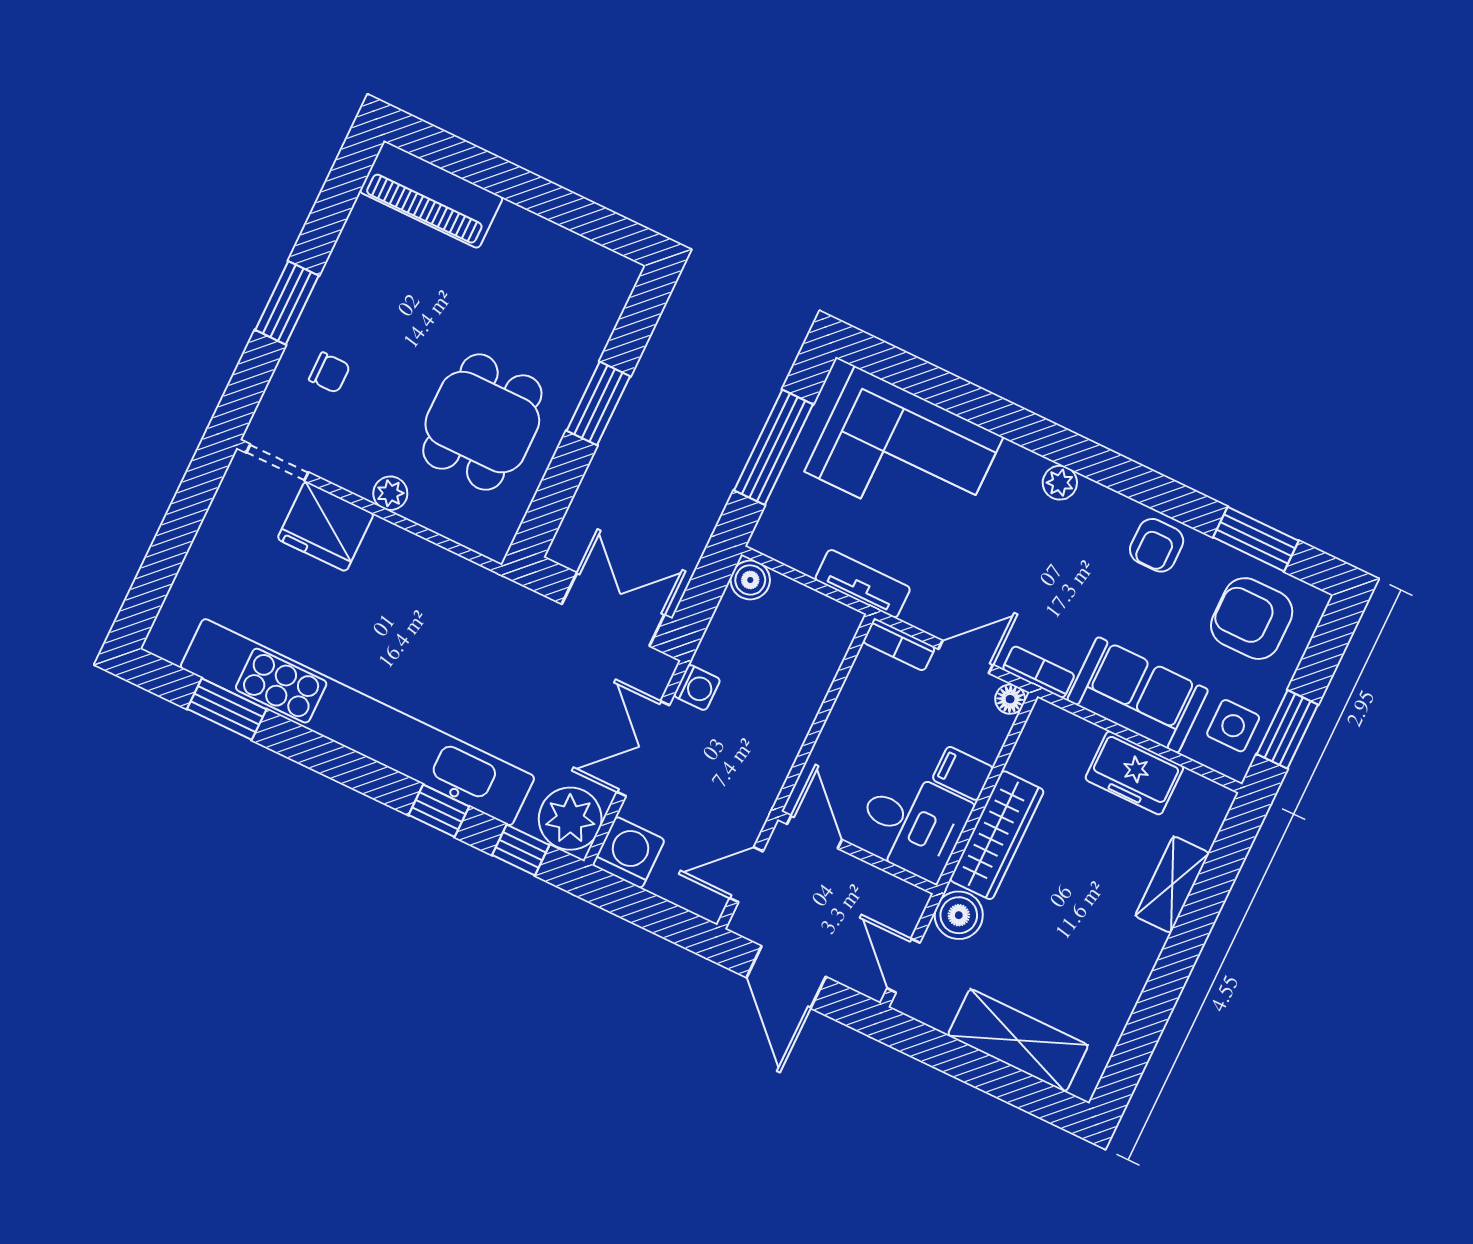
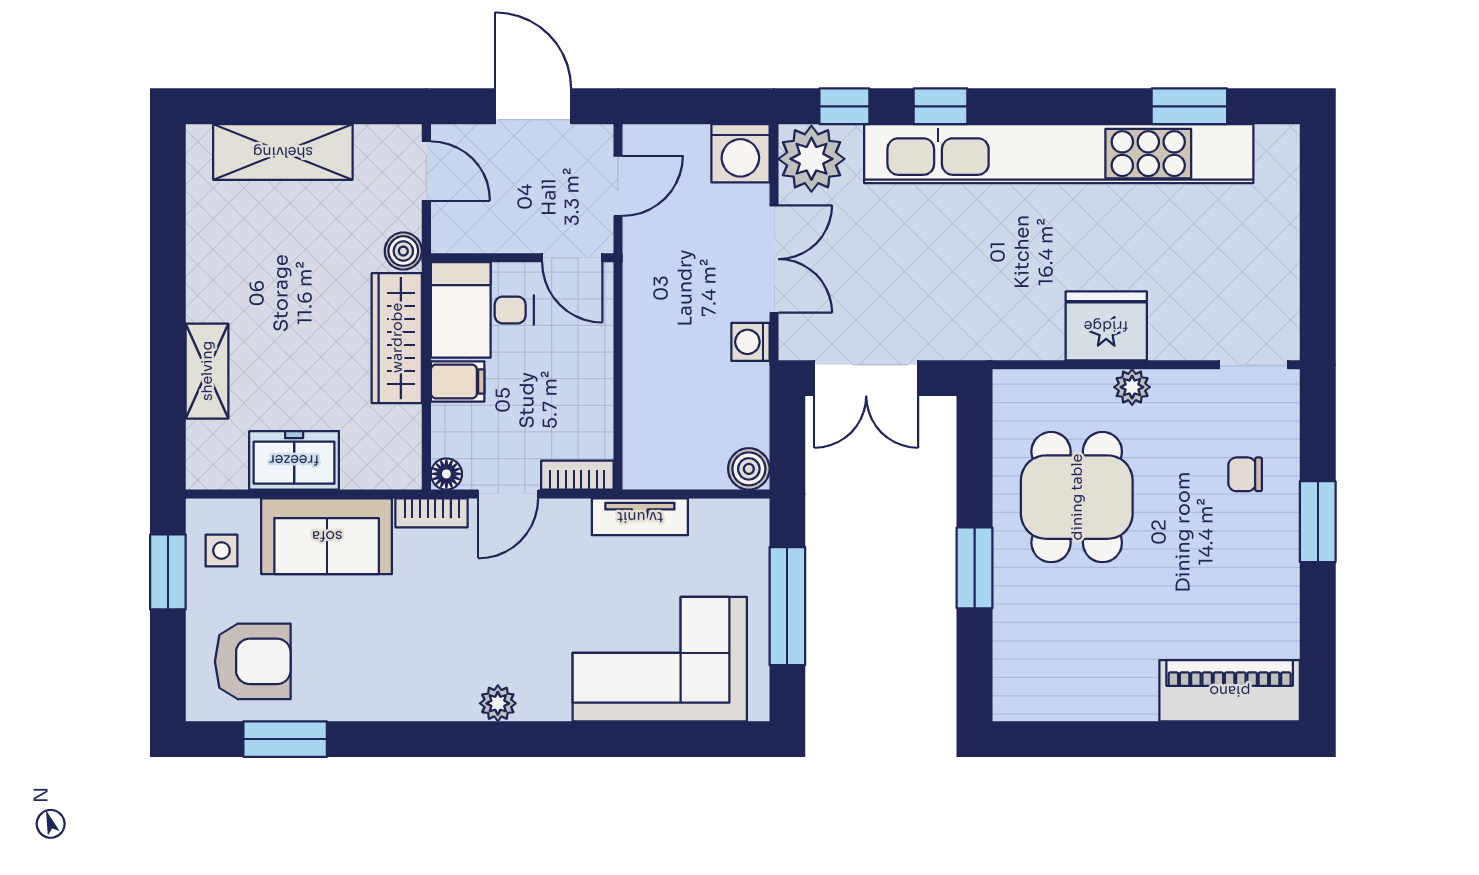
fridge: (326, 526) -> (1106, 326), moved
armchair: (1157, 545) -> (377, 688), removed
side table: (1233, 726) -> (221, 551), width x0.73, depth x0.73
boiler: (959, 915) -> (403, 251), width x0.73, depth x0.73

